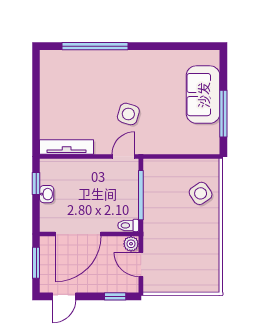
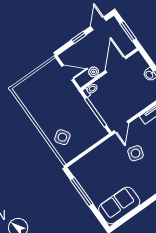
sofa: (203, 95) -> (119, 205), moved, turned -90
door: (78, 234) -> (116, 65), width x0.73
plant: (131, 244) -> (94, 72), moved
window: (115, 296) -> (79, 38), moved

